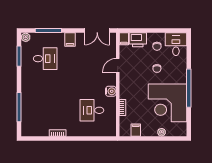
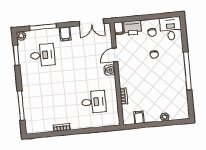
water cooler: (111, 91) -> (110, 70), moved
corner desk: (167, 103) -> (168, 87), removed
desk: (92, 110) -> (94, 102), turned 180

